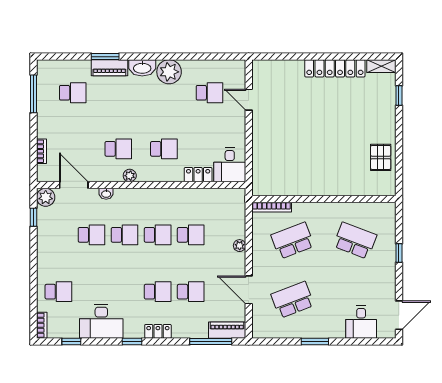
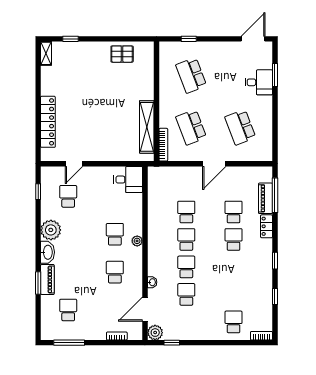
window: (215, 57) -> (38, 192), added
locker: (335, 68) -> (48, 122), moved
locker: (198, 175) -> (136, 206), removed
plant: (130, 176) -> (137, 241), moved
shelving: (293, 187) -> (147, 127), added
school desk: (355, 241) -> (191, 75), turned -42
plant: (240, 246) -> (195, 171), removed
window: (399, 253) -> (189, 39), moved
door: (249, 290) -> (214, 164), moved
door: (399, 315) -> (253, 39), hinge flipped
desk: (101, 321) -> (258, 286), removed
desk: (361, 322) -> (259, 82), moved
piano: (227, 330) -> (265, 198), moved
locker: (158, 331) -> (267, 226), moved
window: (71, 341) -> (275, 296), moved
window: (315, 341) -> (275, 75), moved

